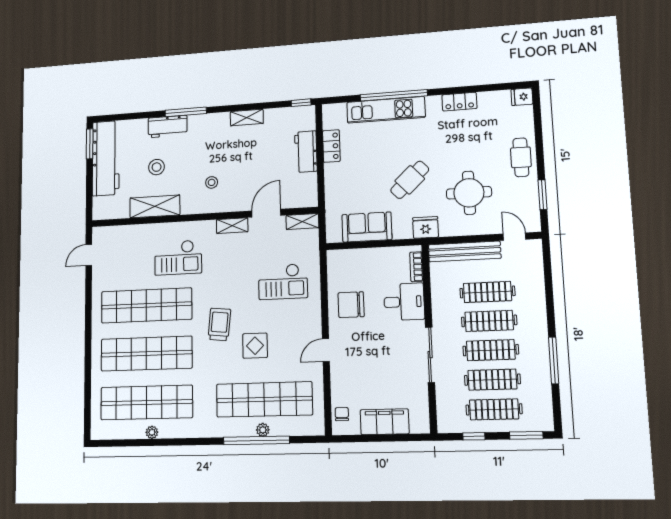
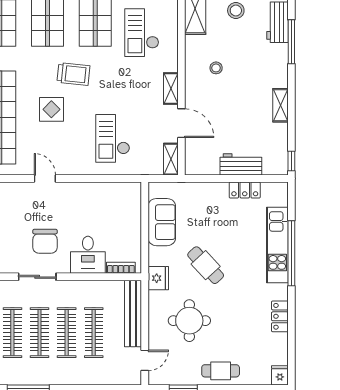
chair: (351, 305) -> (45, 241), moved, turned 180
sliding door: (430, 355) -> (37, 277), width x0.73

